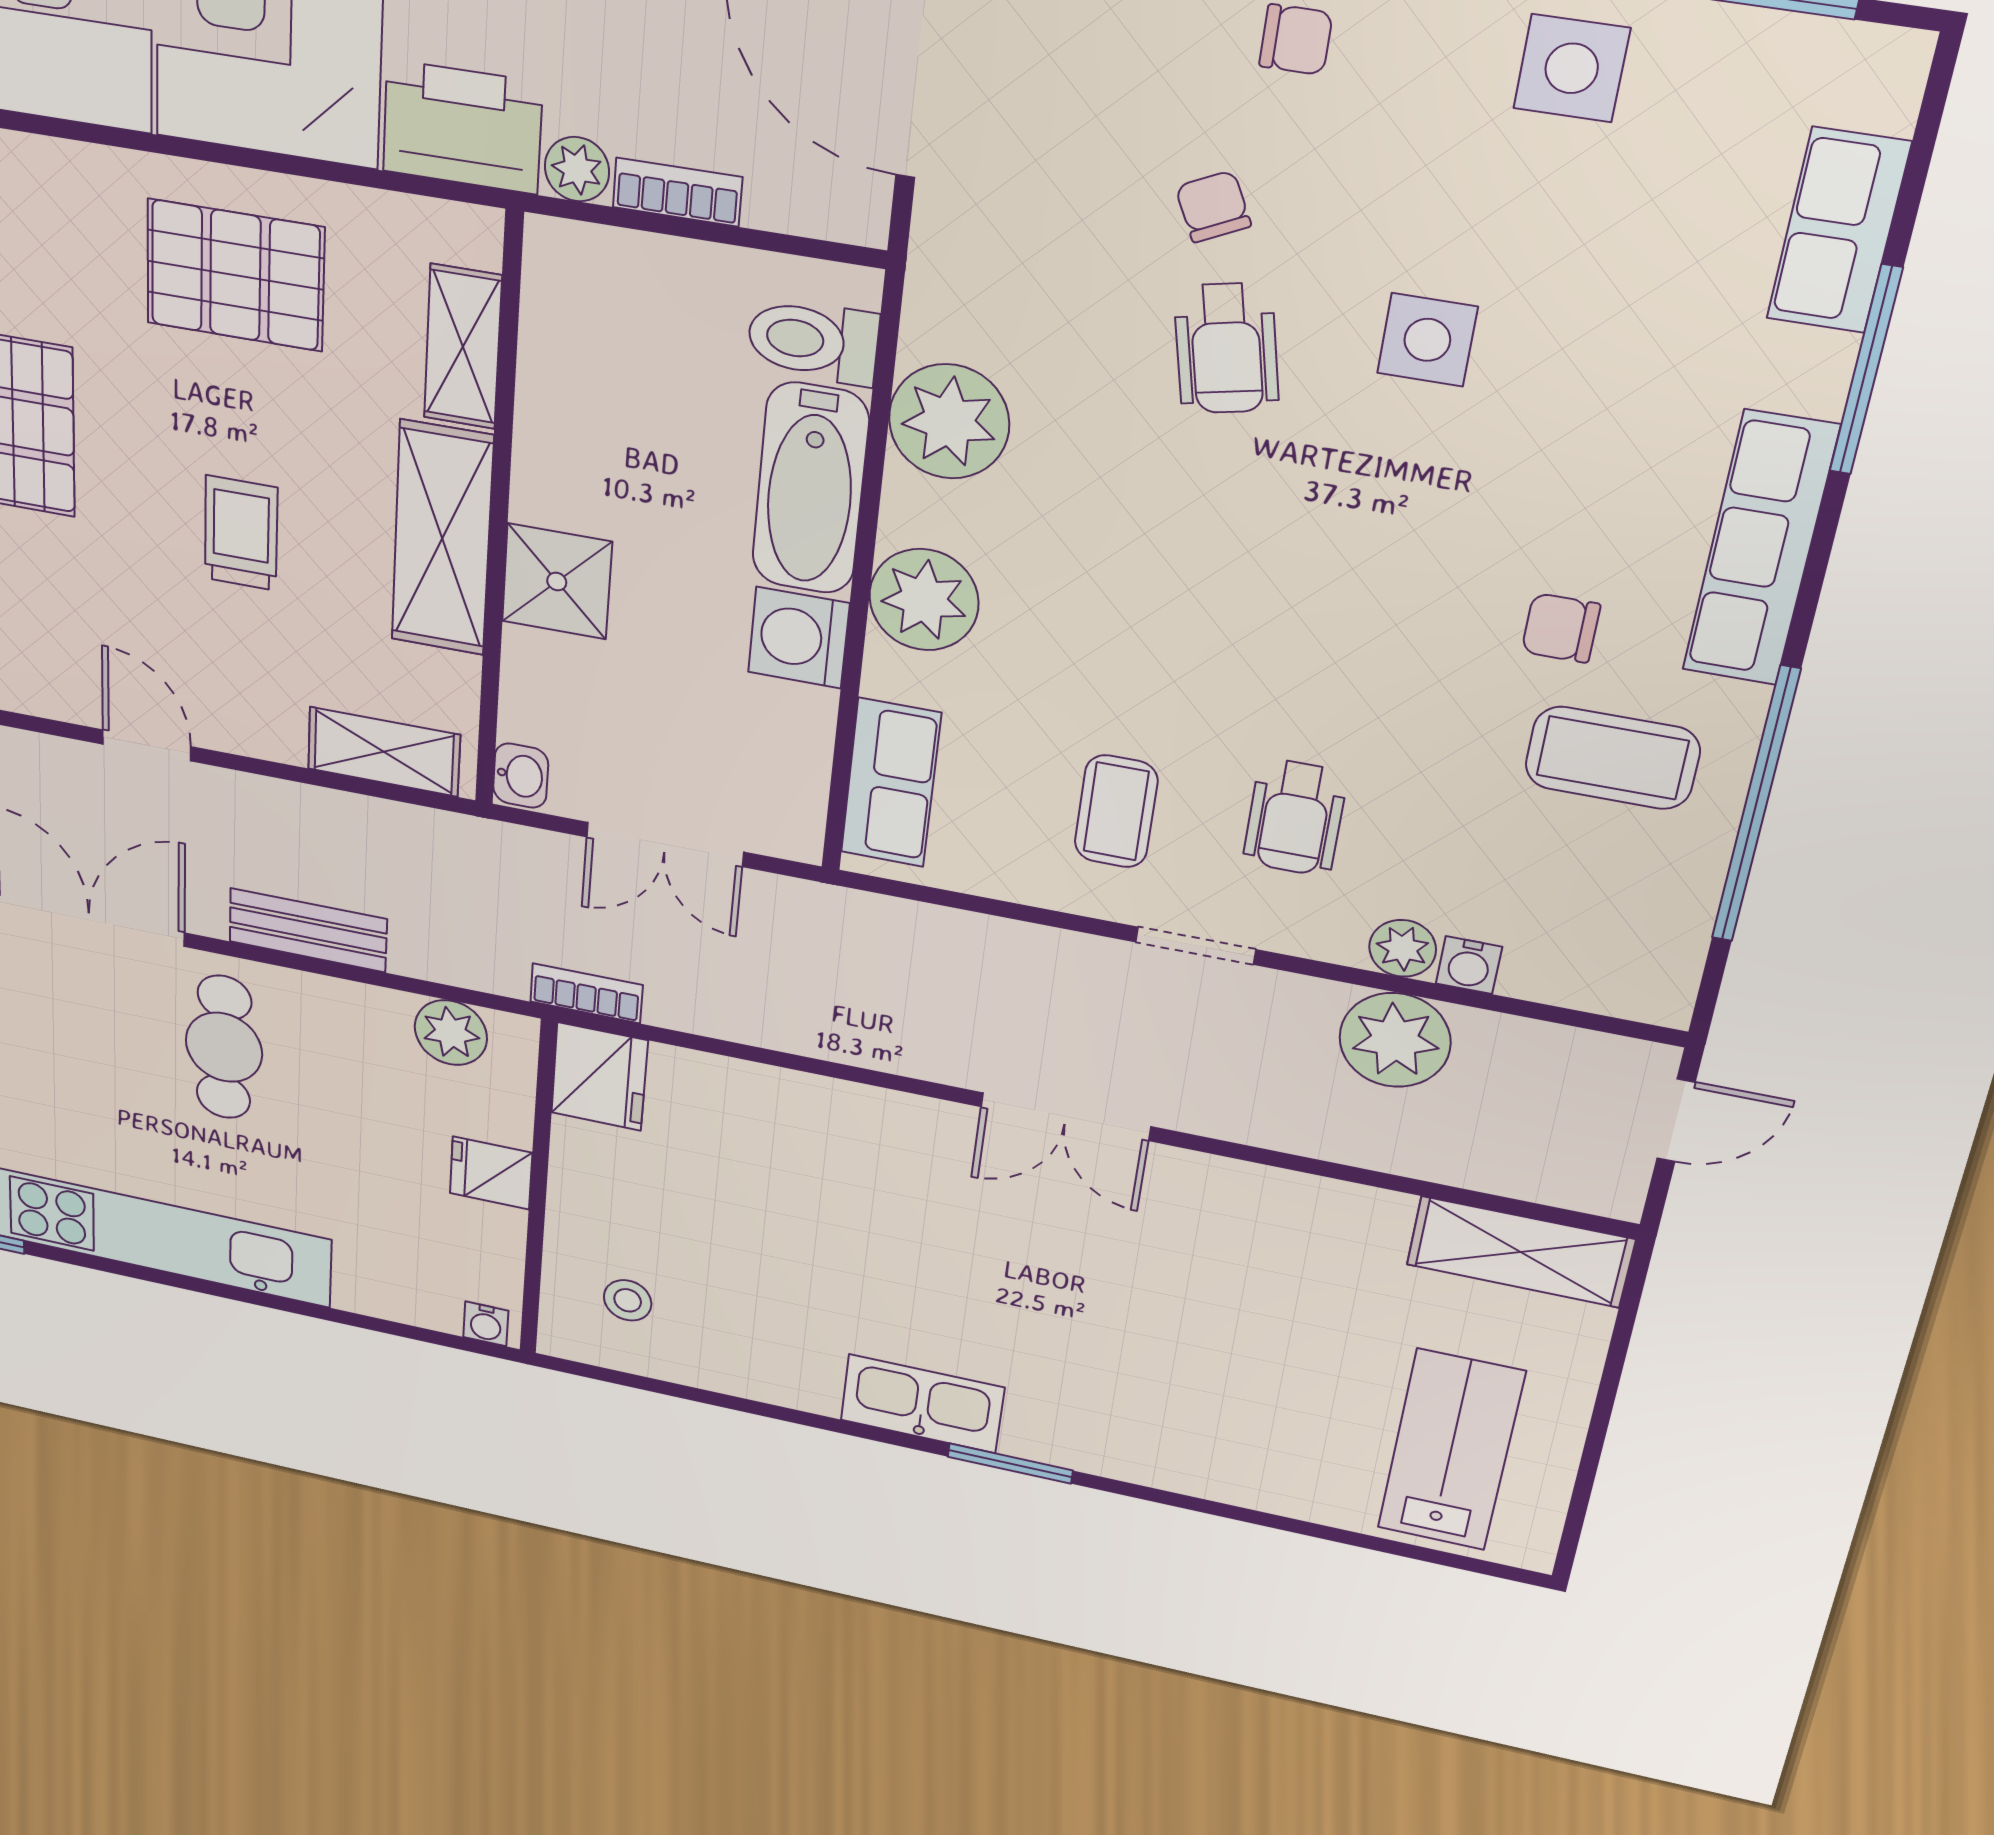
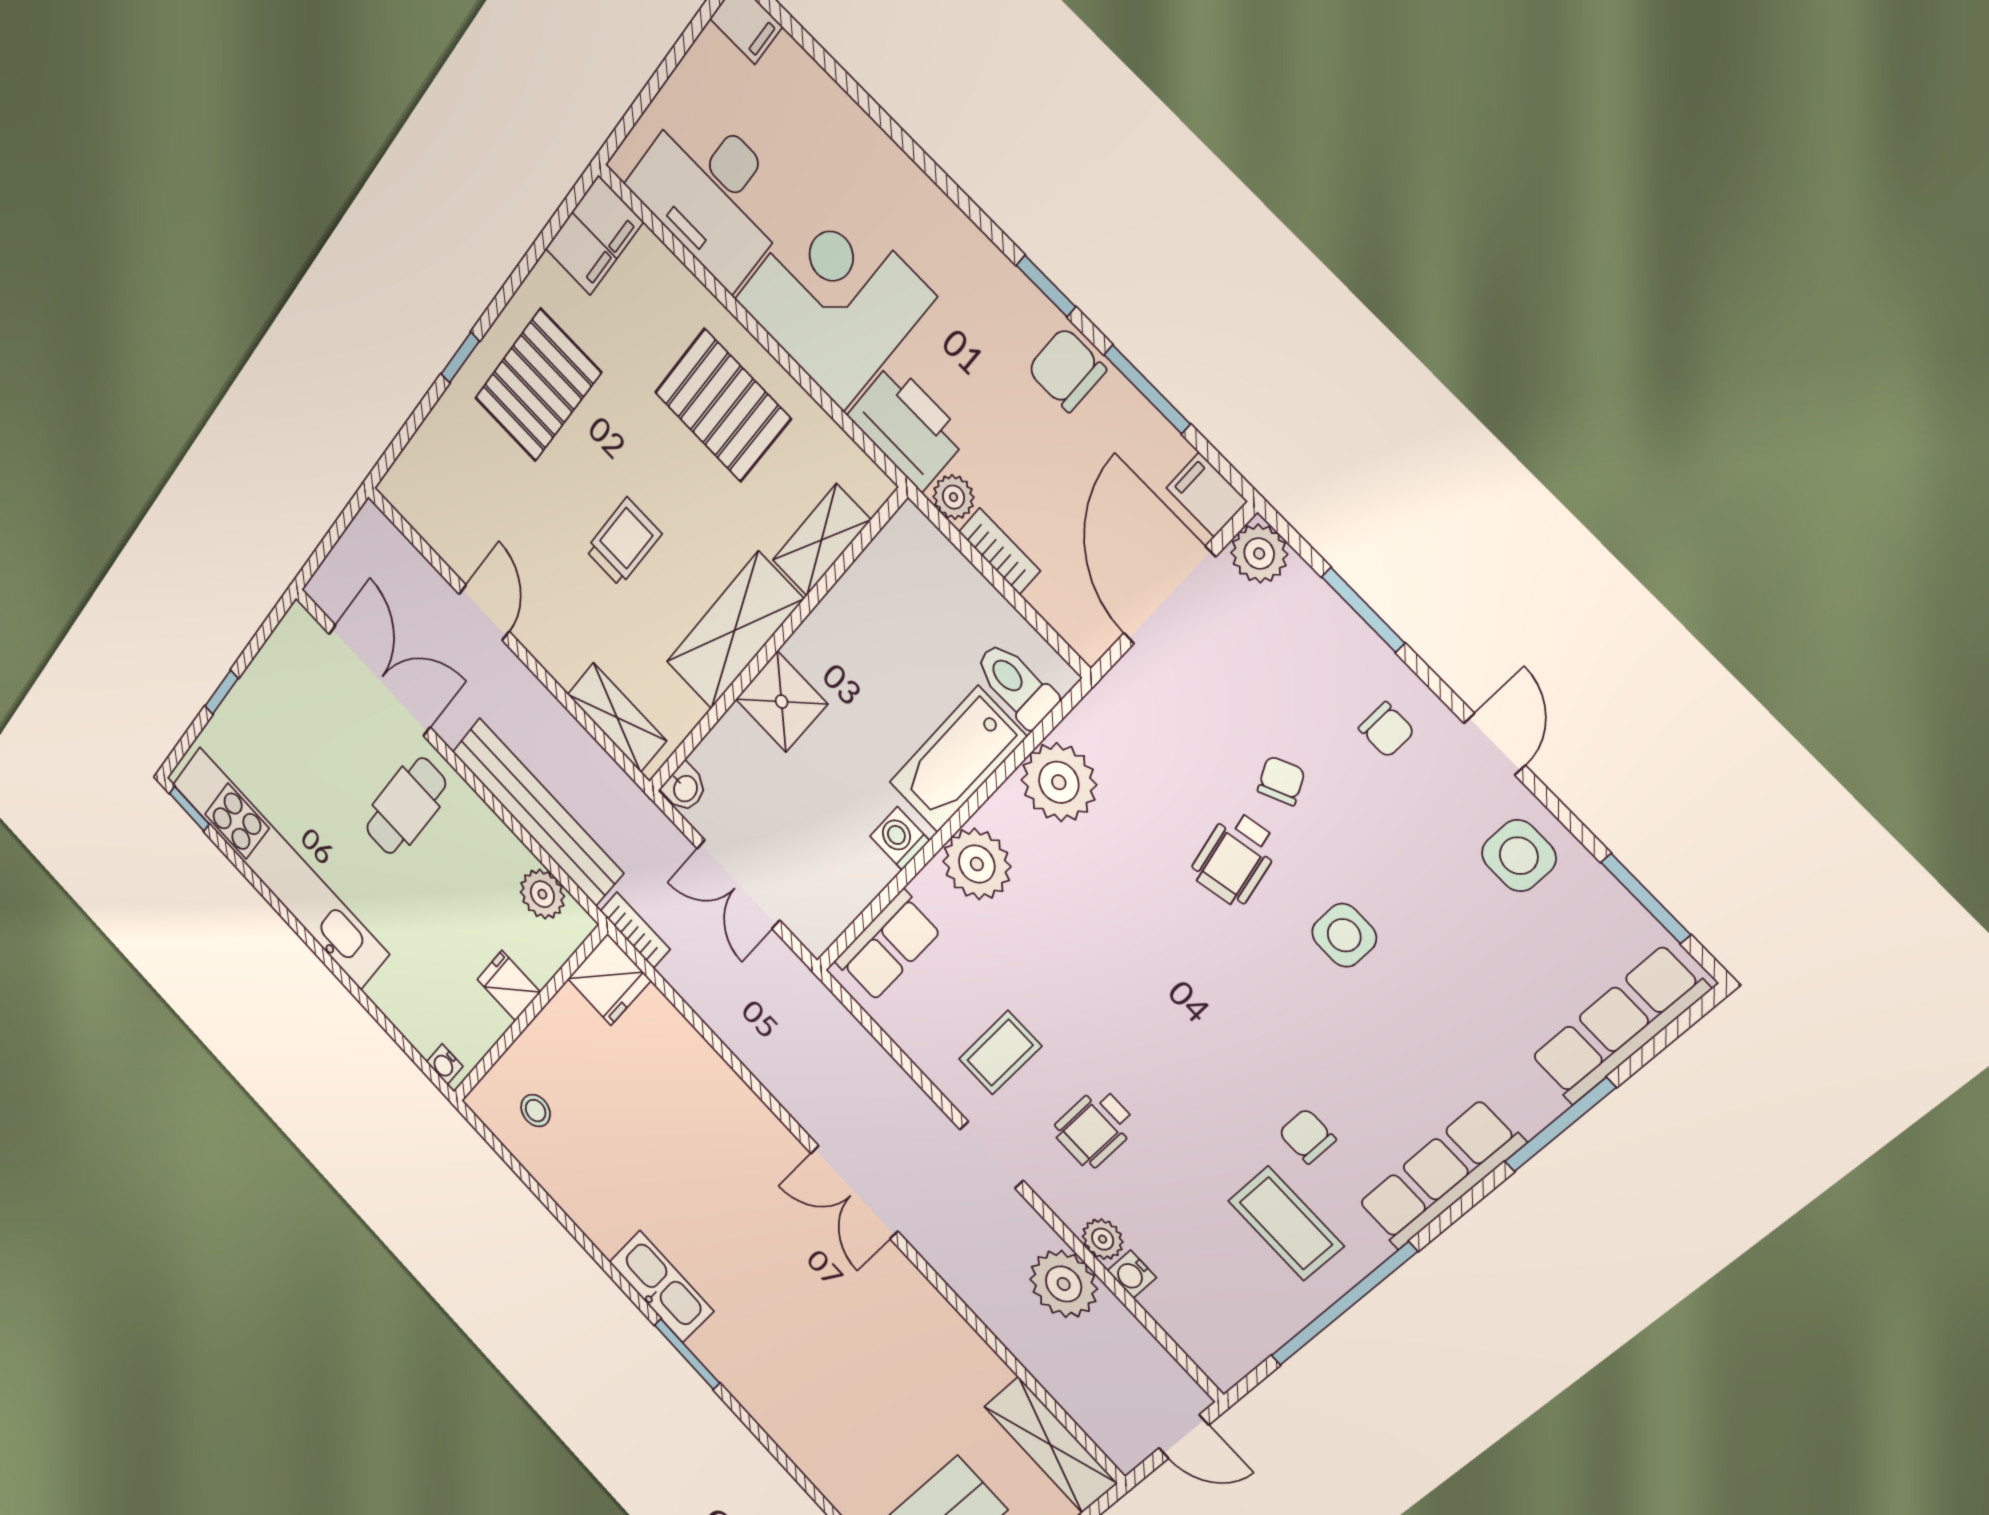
row of seats: (1839, 231) -> (1619, 1025), width x1.48
washing machine: (799, 638) -> (900, 838), width x0.73, depth x0.73
bench: (308, 930) -> (538, 812), width x1.86, depth x1.21

